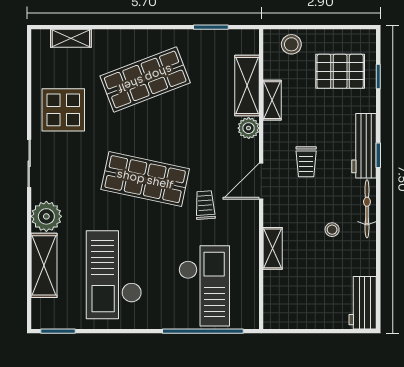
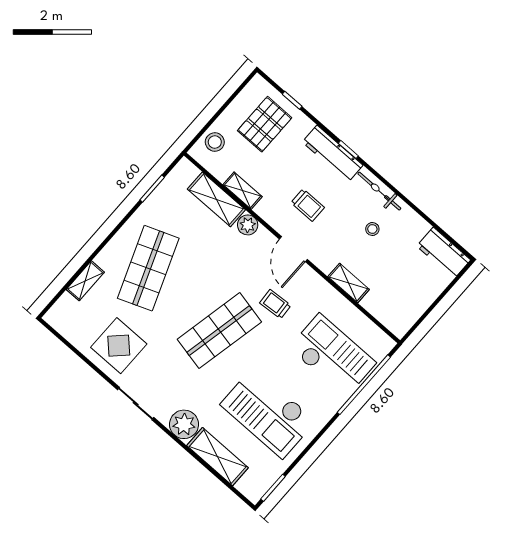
shelving: (71, 38) -> (85, 281), moved

